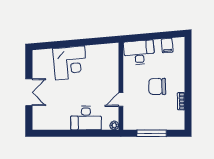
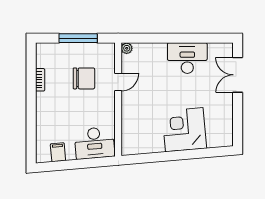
chair: (157, 86) -> (84, 78), moved
double door: (29, 92) -> (238, 75), moved
desk: (86, 118) -> (187, 58), moved

